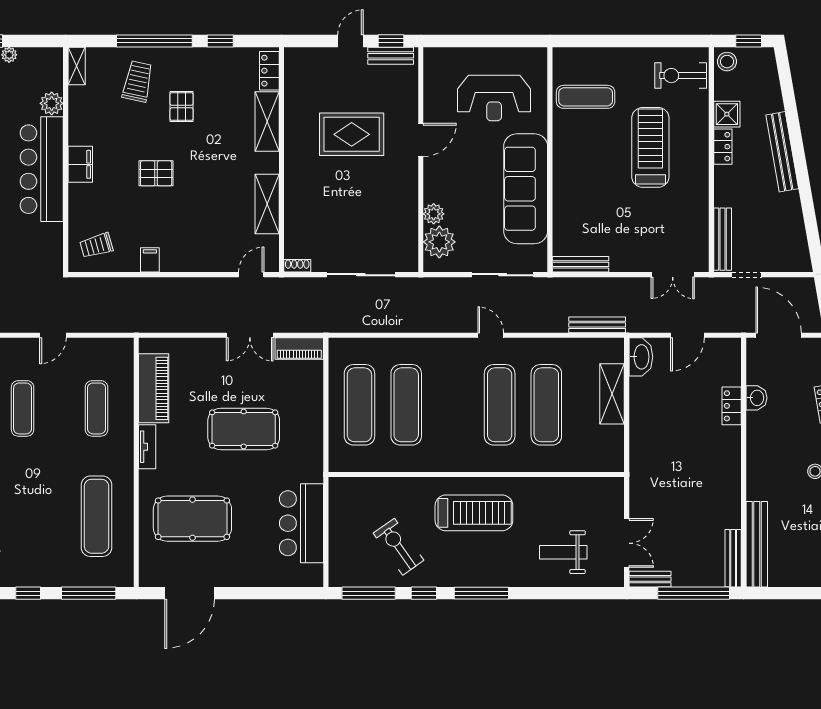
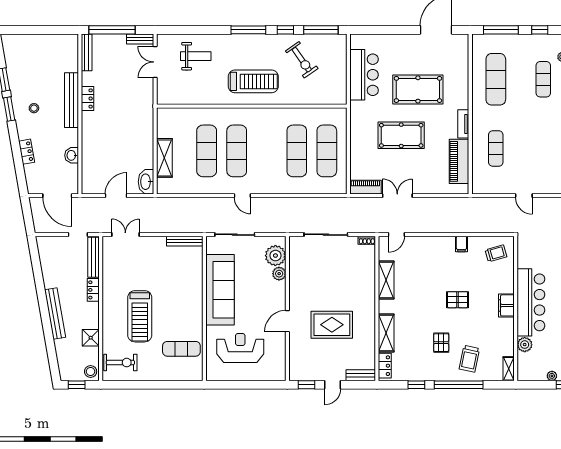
bench: (391, 56) -> (361, 375), moved
locker: (723, 147) -> (93, 290), moved
bench: (597, 325) -> (174, 202), removed
door: (53, 335) -> (524, 196), swing flipped
locker: (732, 406) -> (88, 98), moved
exercise mat: (23, 408) -> (543, 79), moved
treadmill: (474, 513) -> (253, 81), turned 180
pool table: (192, 519) -> (418, 89), moved
bench: (757, 544) -> (71, 100), moved

